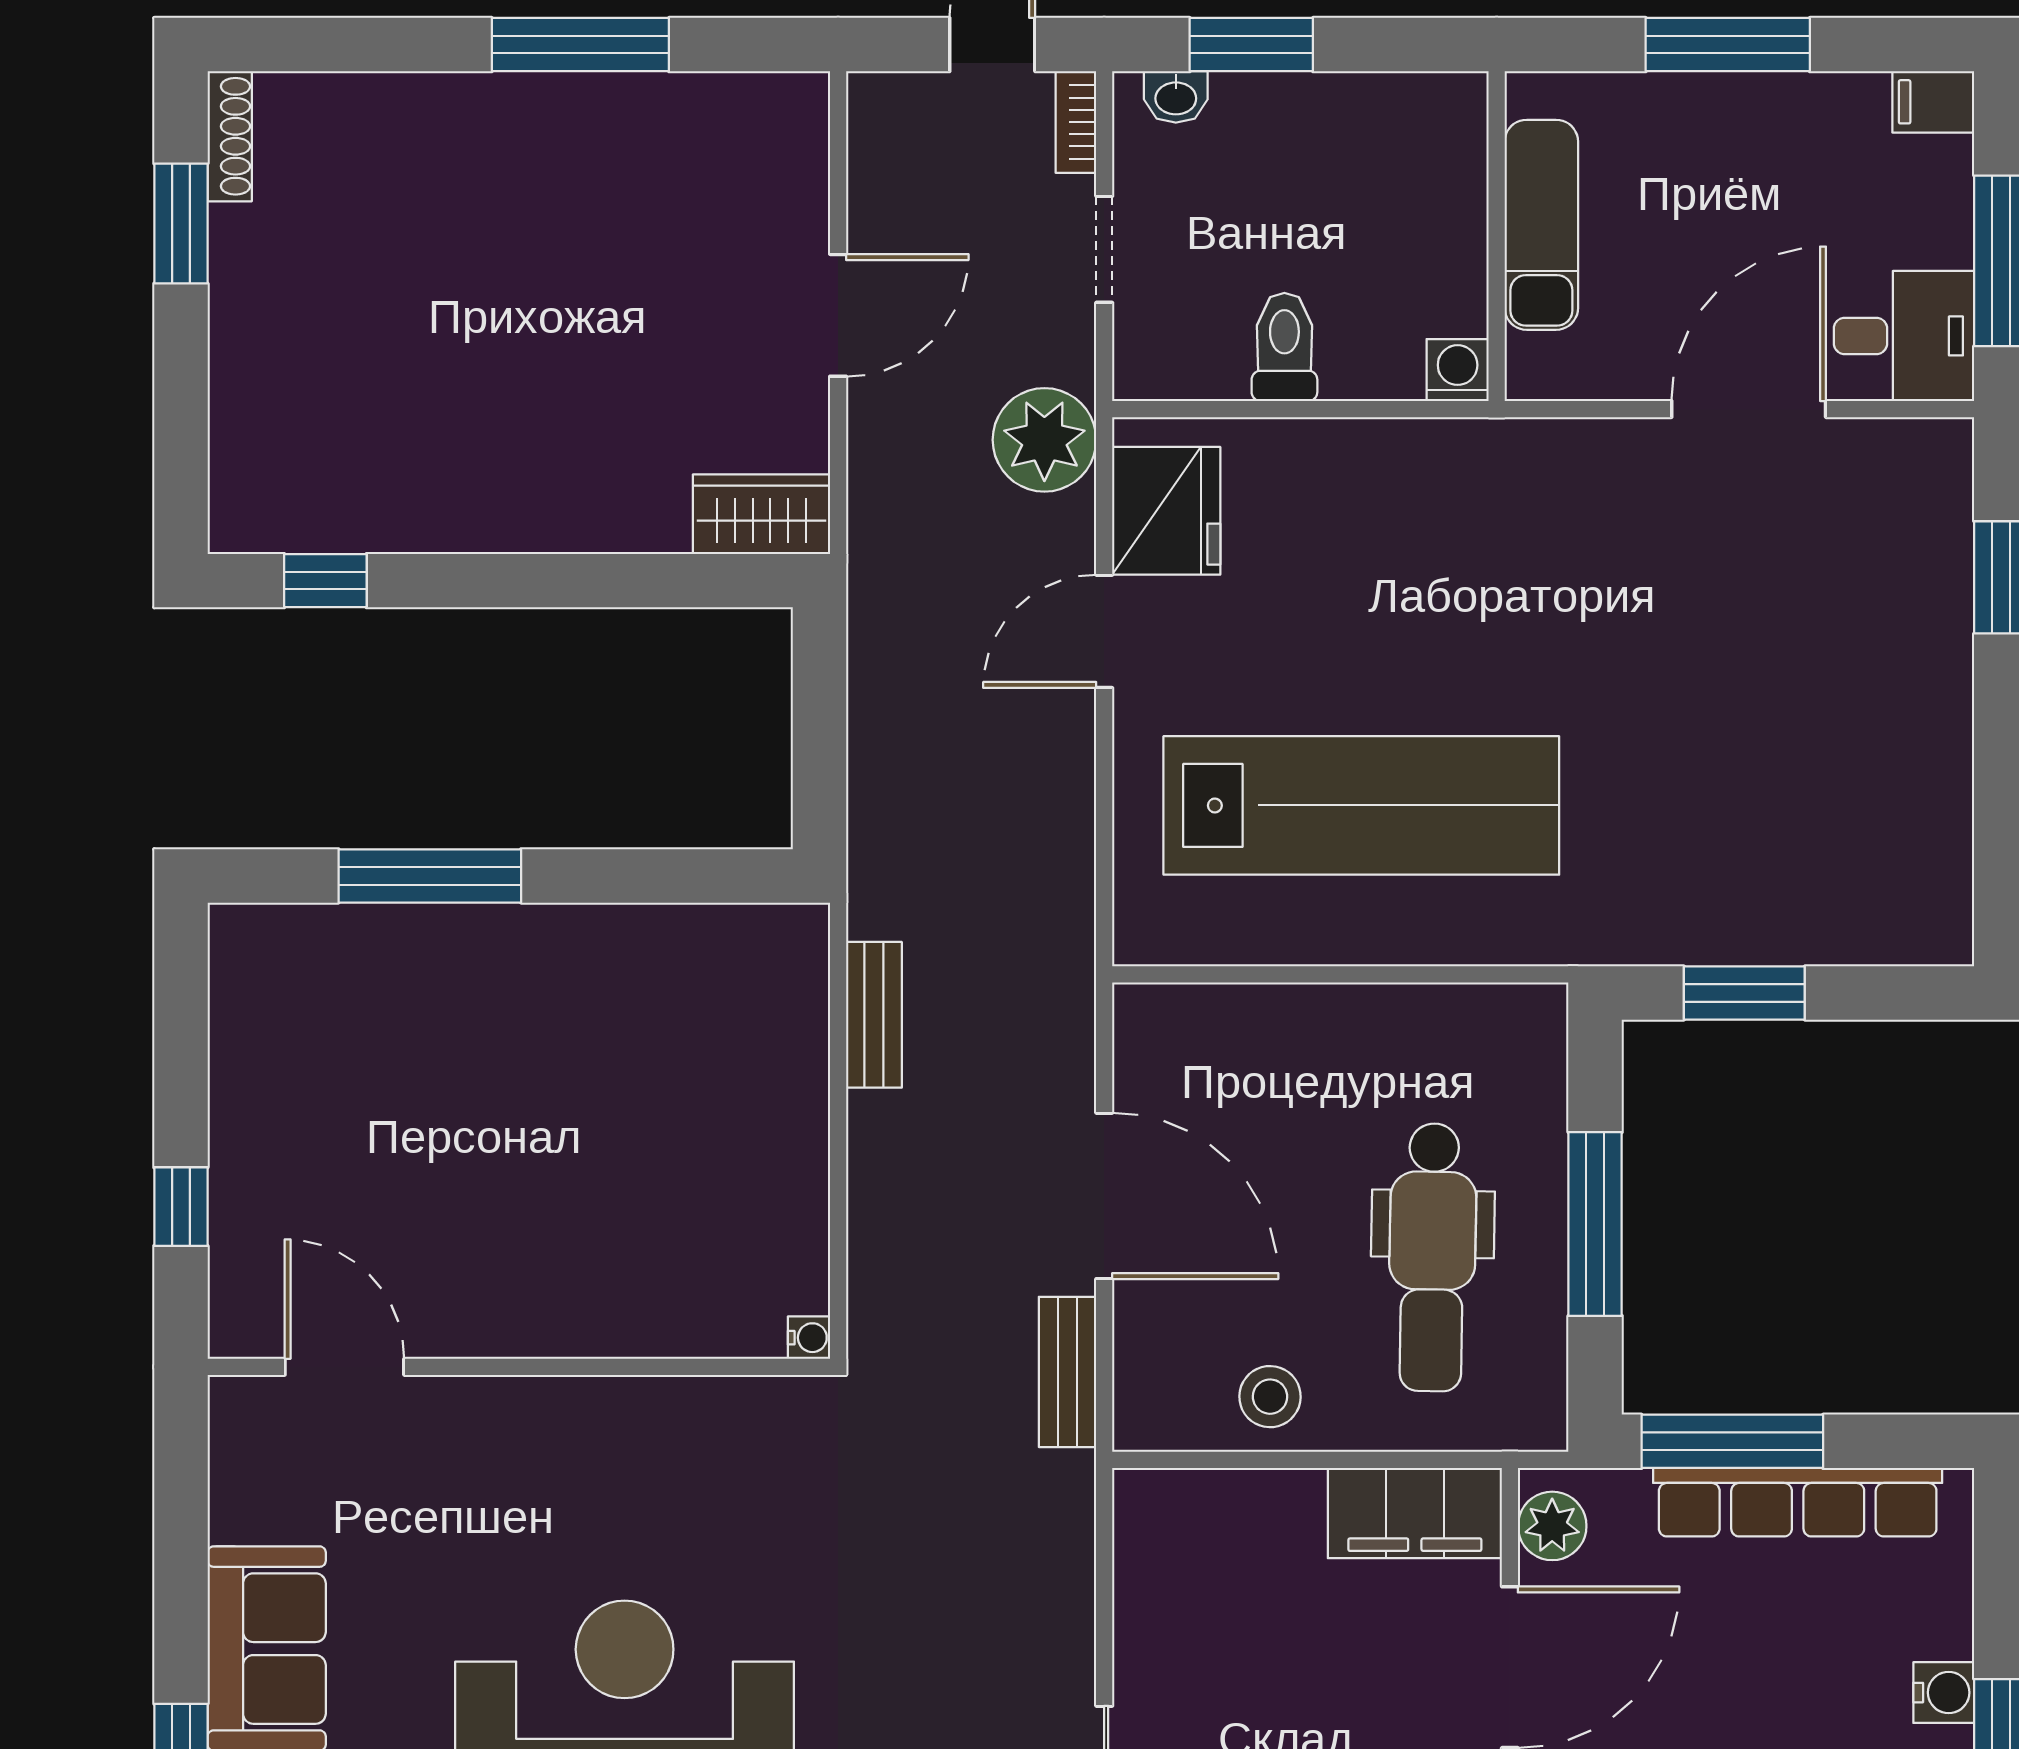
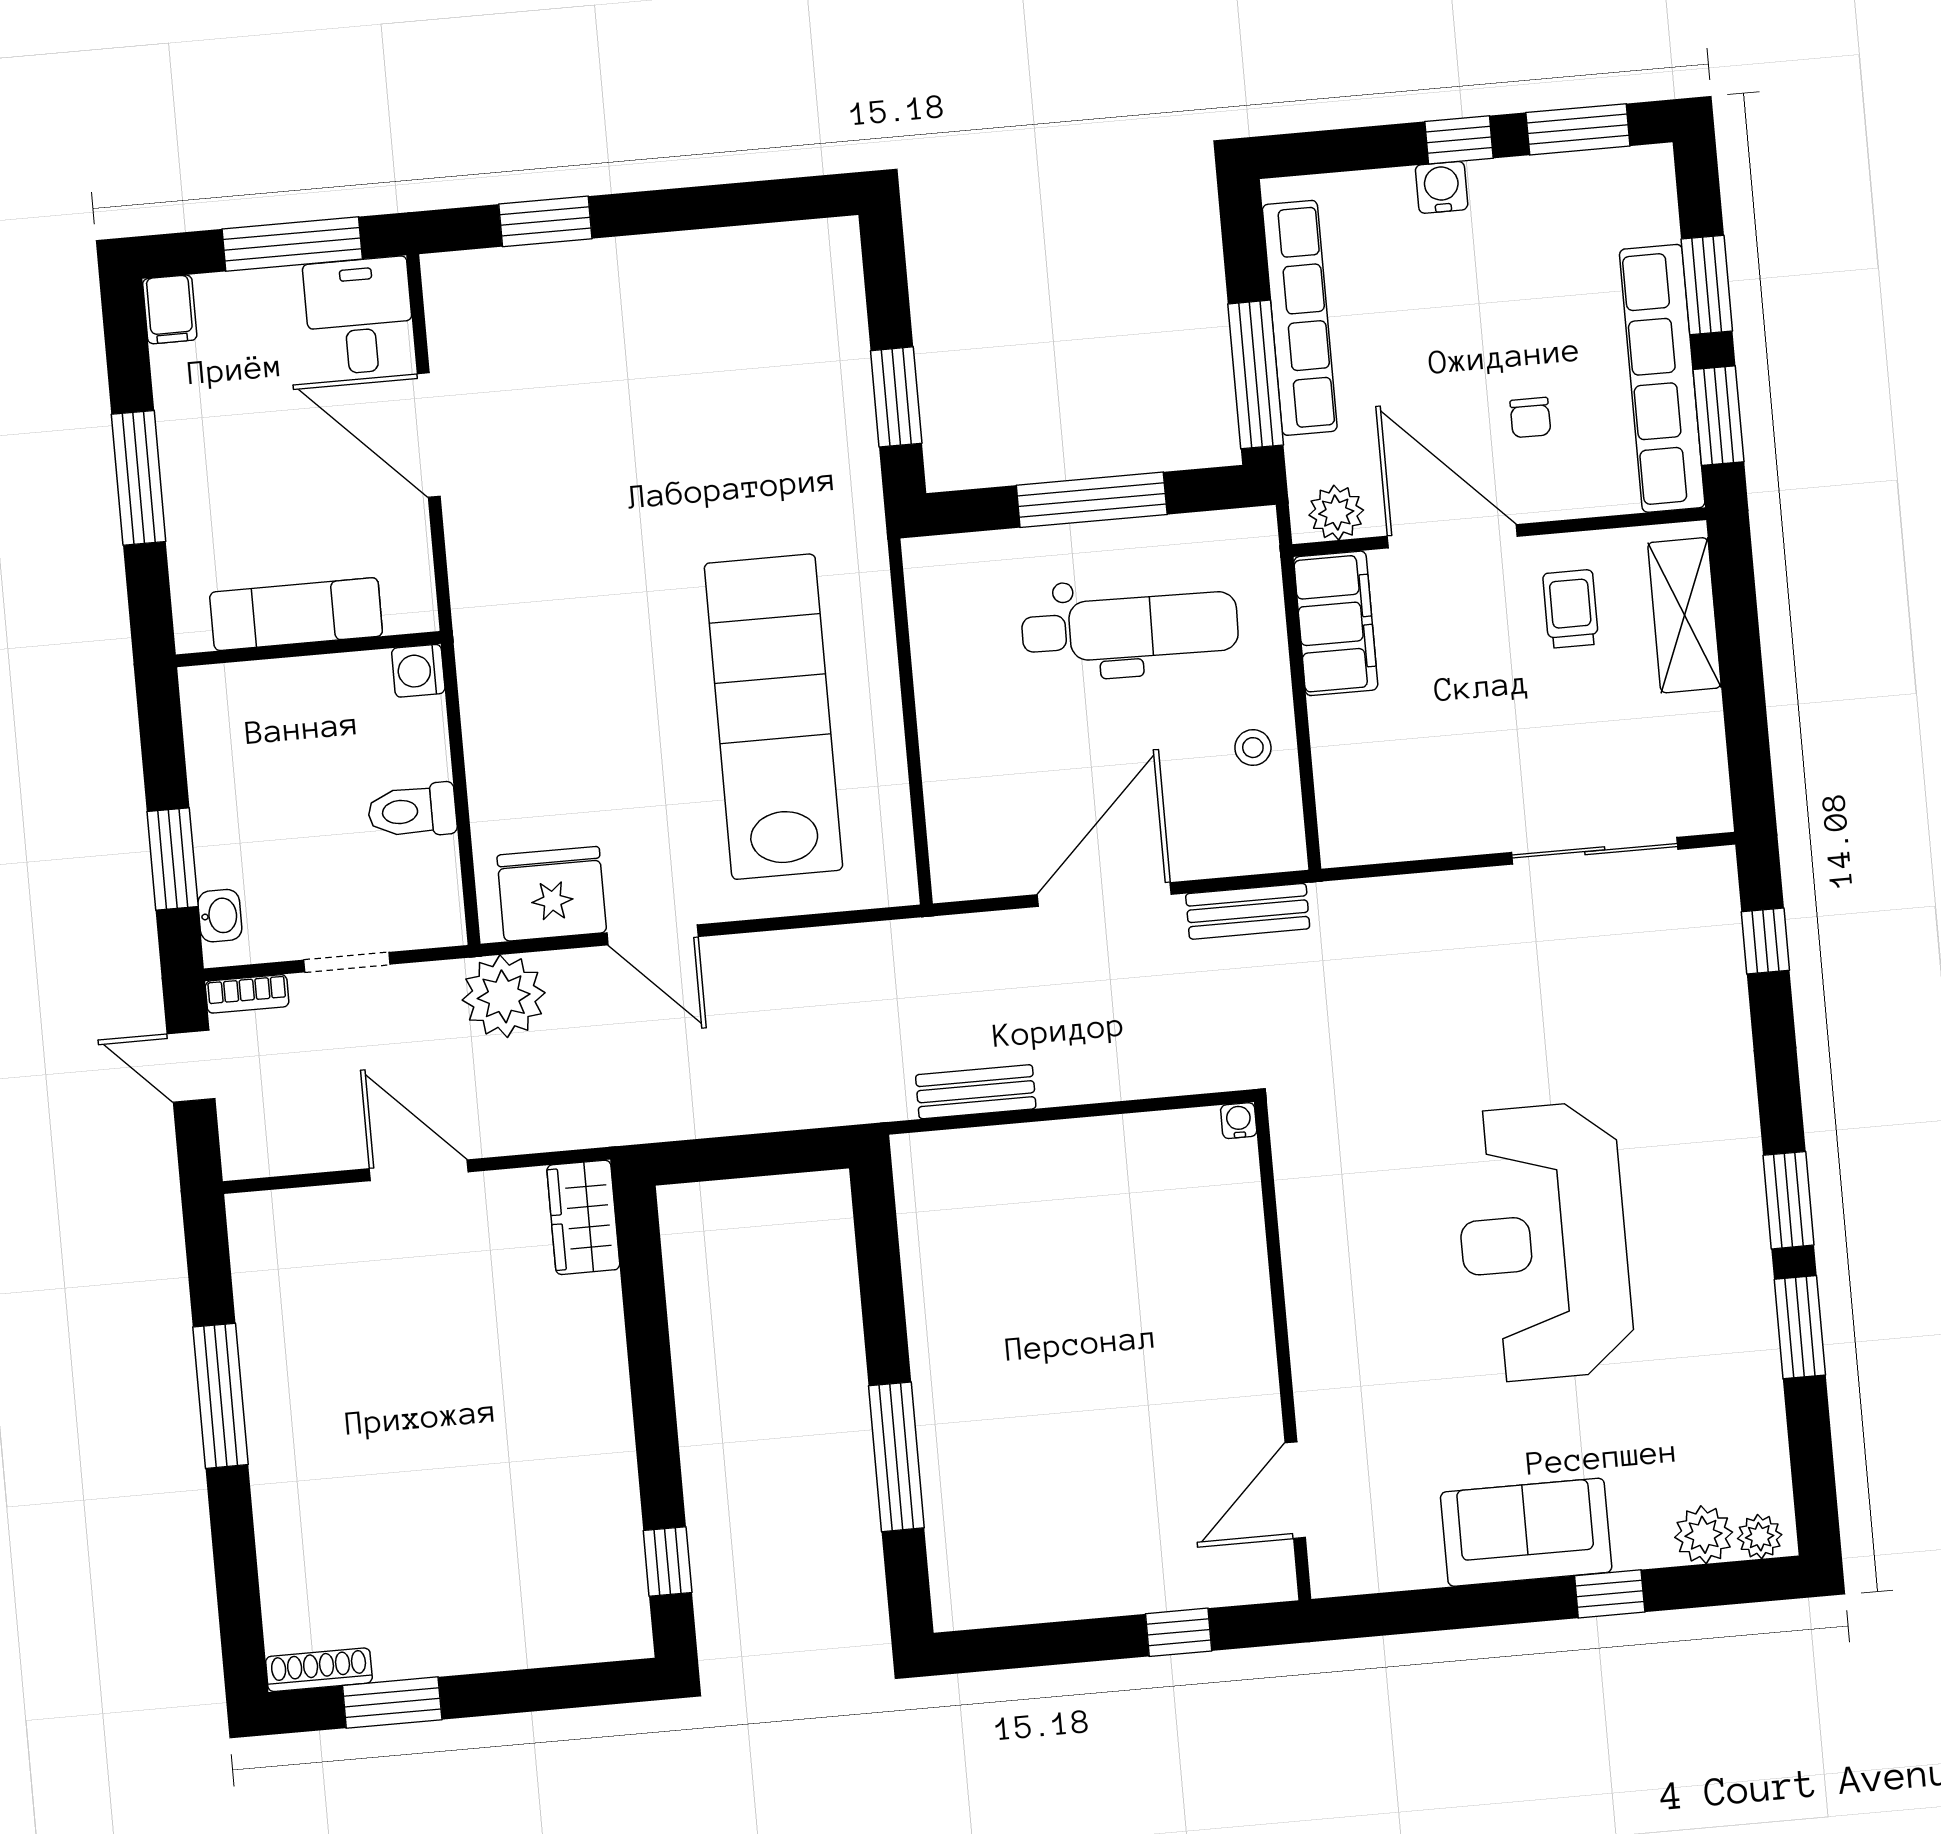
stool: (1270, 1397) -> (1253, 748), width x0.73, depth x0.73

